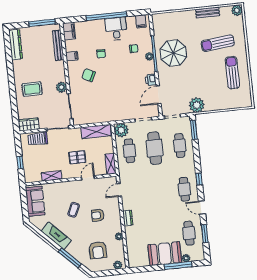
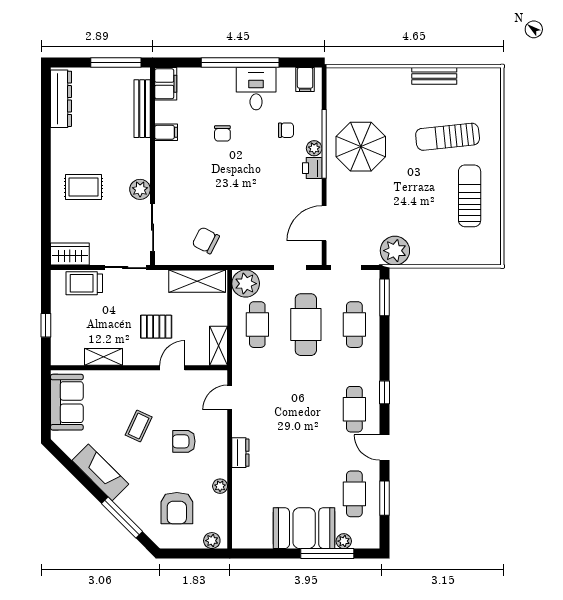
plant: (237, 10) -> (491, 78), removed
chair: (89, 75) -> (206, 240), moved
printer: (151, 80) -> (312, 168), moved

